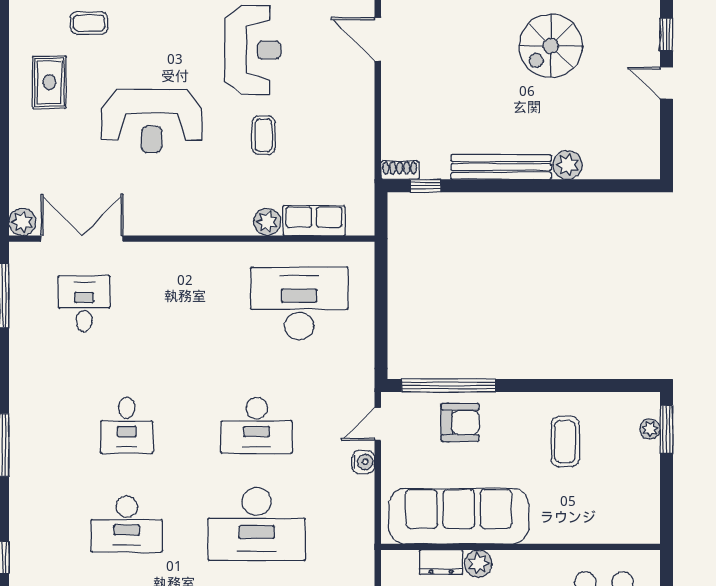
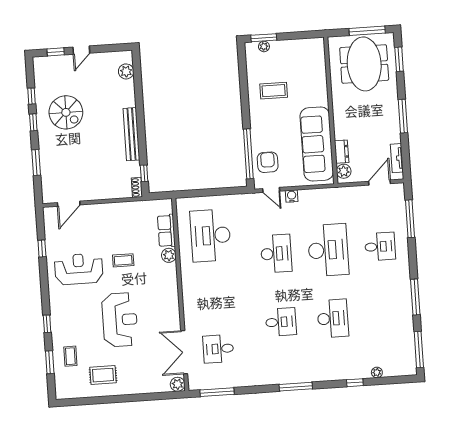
plant: (568, 165) -> (126, 71), moved
armchair: (460, 422) -> (268, 162), moved
plant: (478, 564) -> (344, 171), moved

